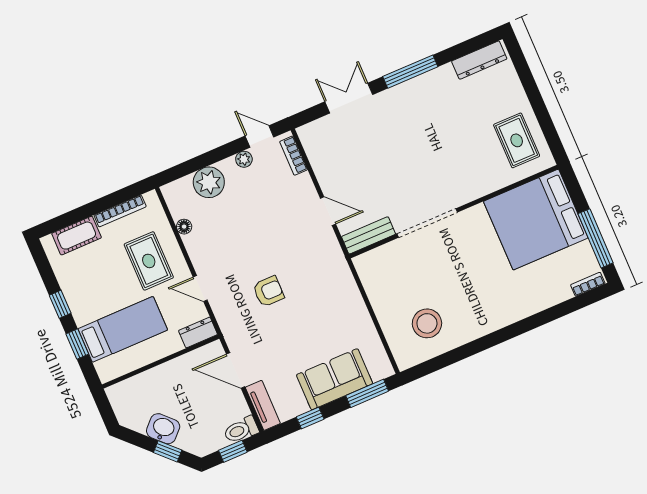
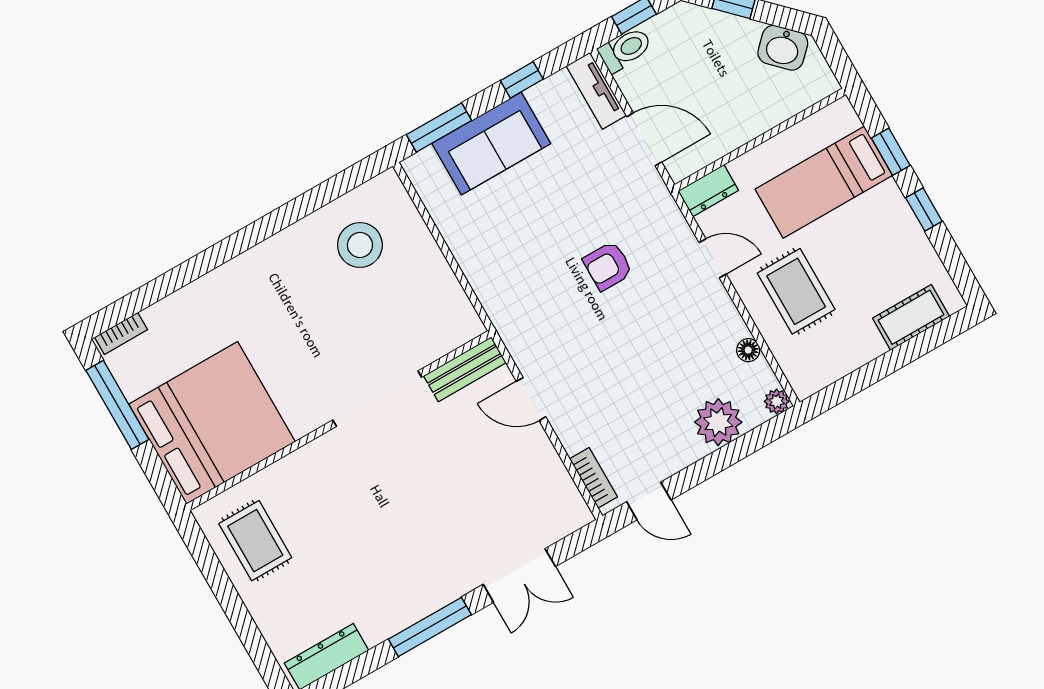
plant: (244, 159) -> (777, 401), moved
bookcase: (120, 211) -> (849, 363), removed
washbasin: (163, 429) -> (783, 48), moved

